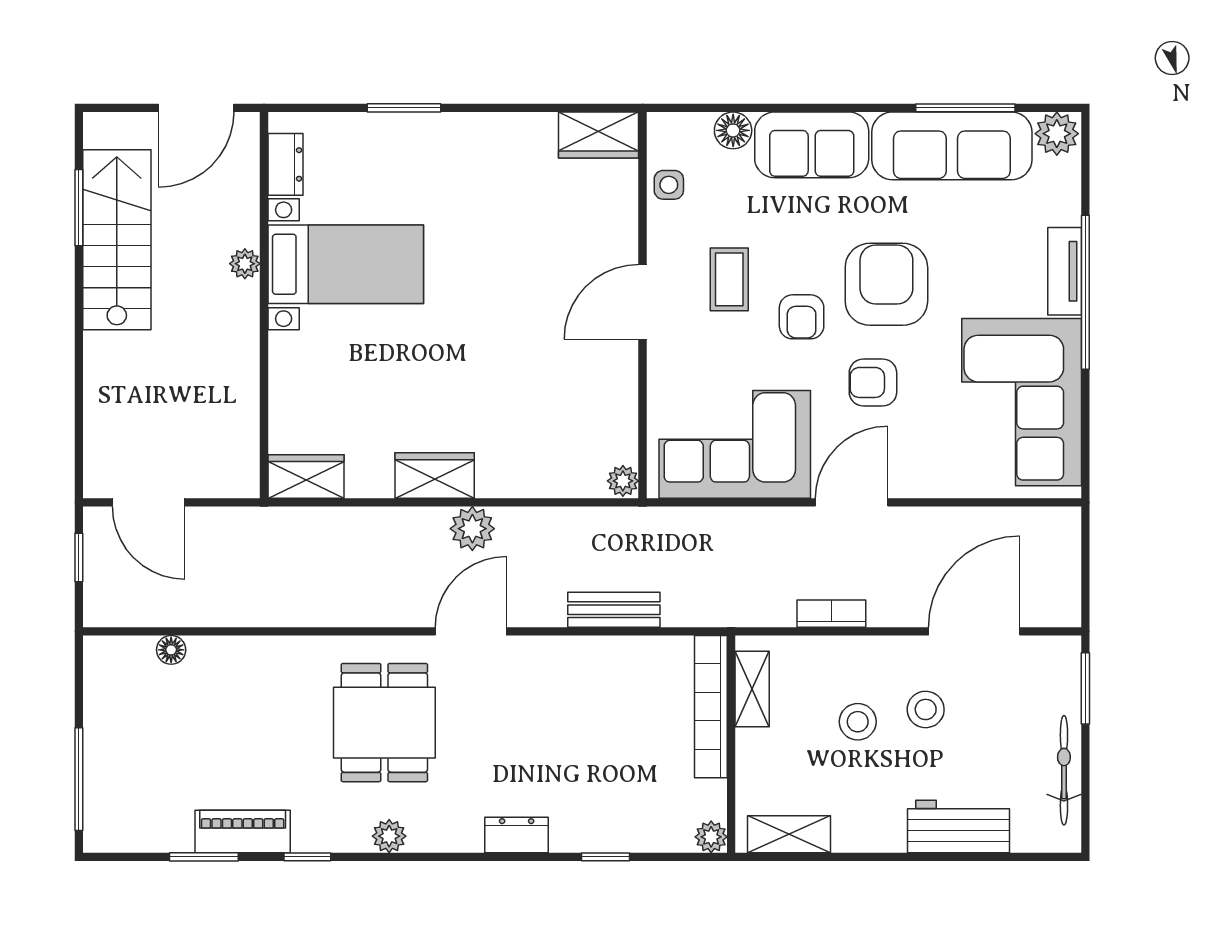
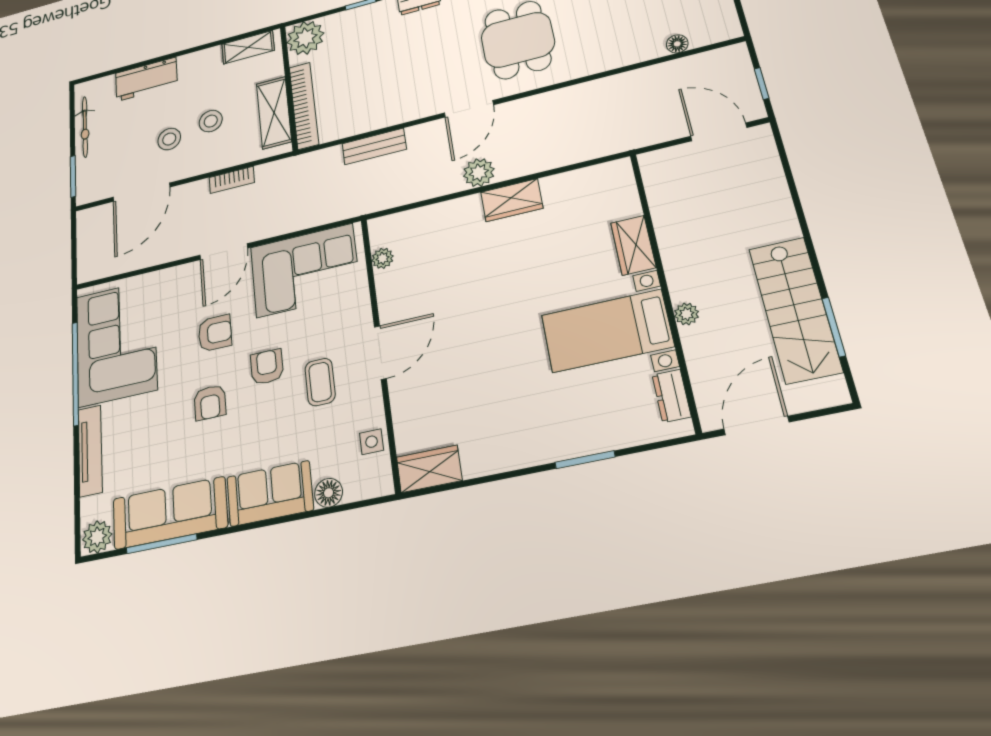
tv unit: (1065, 271) -> (90, 451), width x1.41
armchair: (886, 284) -> (210, 403), width x0.53, depth x0.53
window: (1085, 292) -> (75, 373), moved
wardrobe: (306, 476) -> (633, 245), moved, turned 90
plant: (623, 481) -> (383, 258), moved
shelving: (752, 689) -> (274, 113), width x1.50, depth x1.33
plant: (711, 837) -> (305, 38), width x1.88, depth x1.88

